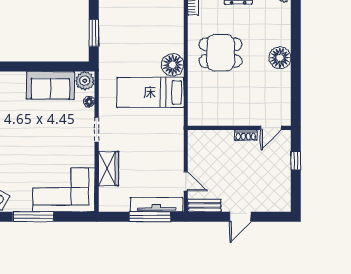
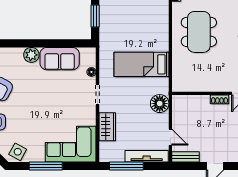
dining table: (221, 53) -> (199, 32), width x1.38
floor lamp: (173, 65) -> (160, 104), moved
plant: (85, 81) -> (31, 55), moved
window: (150, 217) -> (126, 166), moved

